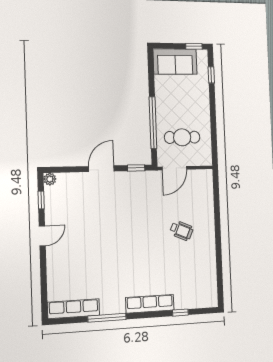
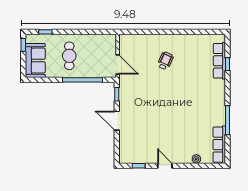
cafe table: (182, 137) -> (69, 56), moved
plant: (50, 179) -> (196, 159), moved
row of seats: (150, 304) -> (219, 61), moved

